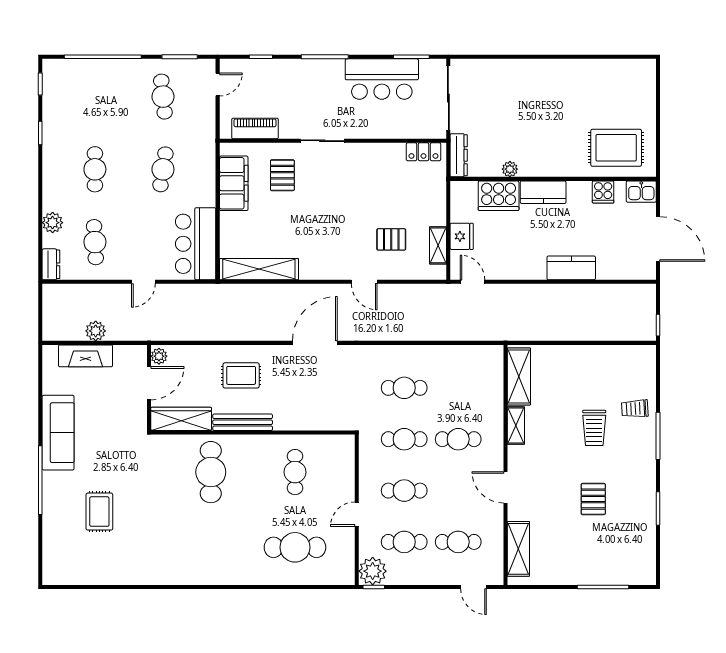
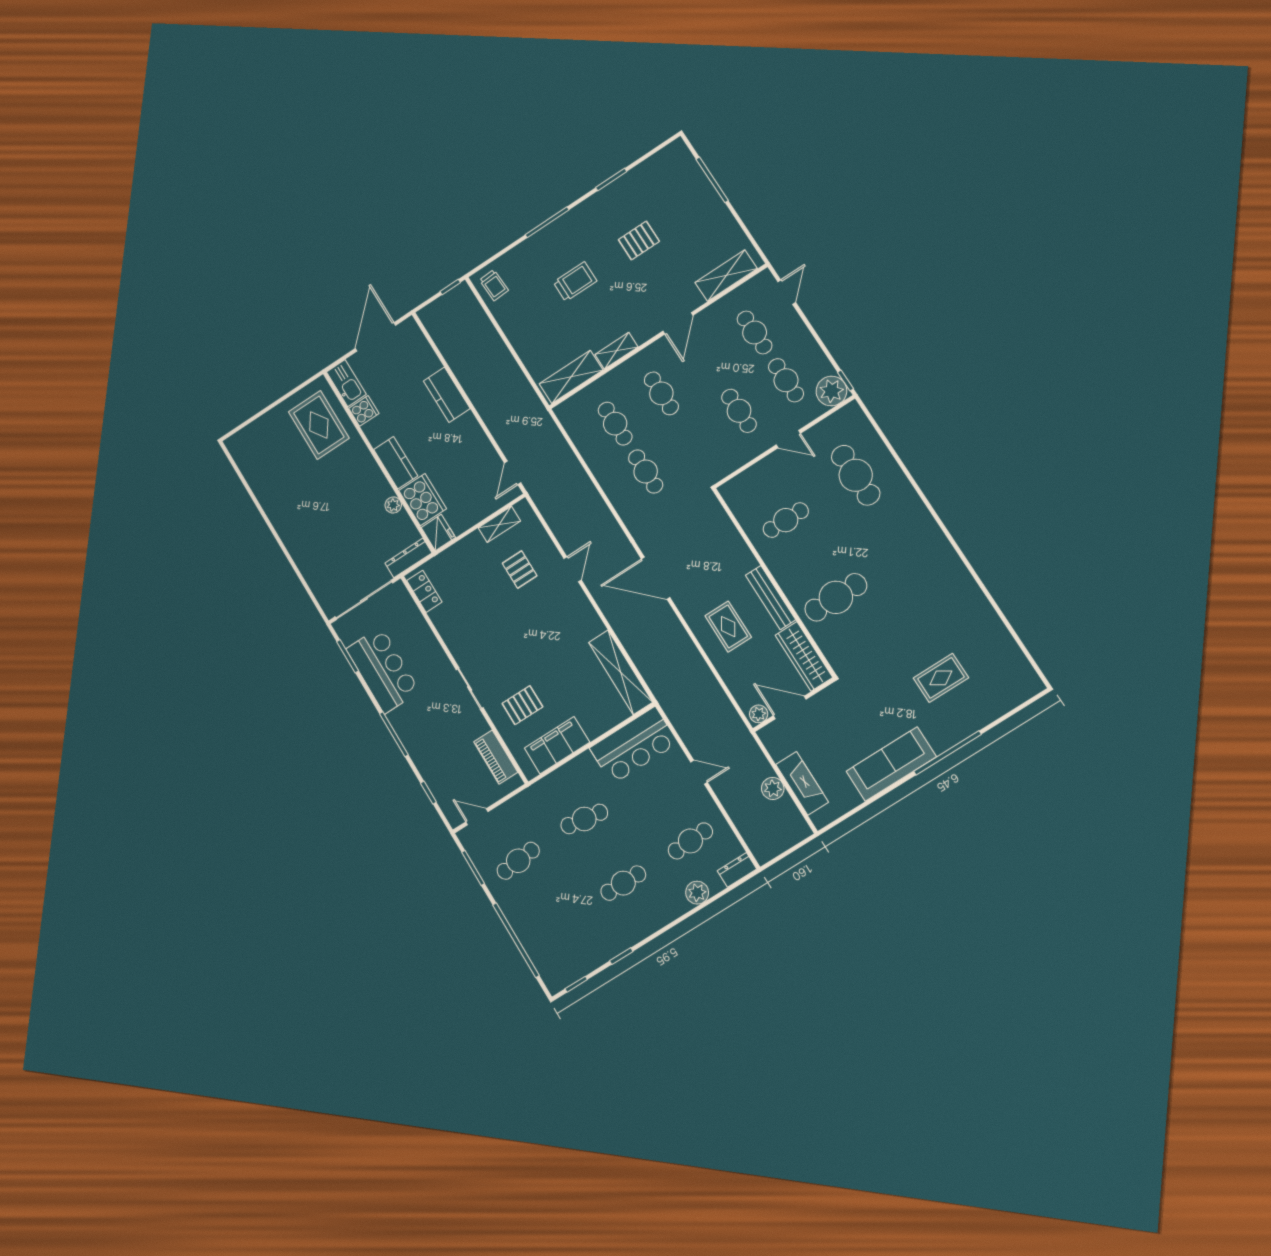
kitchen sink: (641, 192) -> (346, 383), width x1.38
fridge: (462, 236) -> (438, 532), moved, turned 90
trolley: (635, 409) -> (494, 285), moved
cafe table: (404, 439) -> (615, 424), moved

